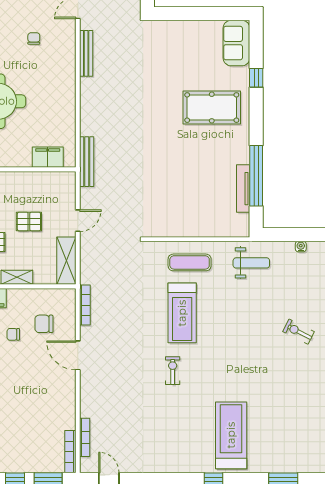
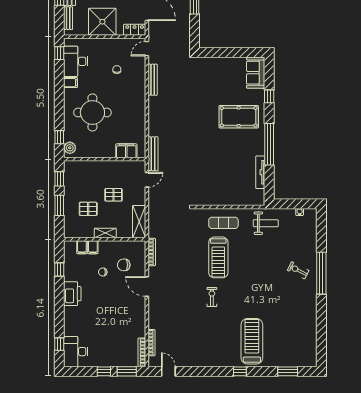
window: (256, 176) -> (269, 144), moved
door: (78, 221) -> (147, 180), moved

